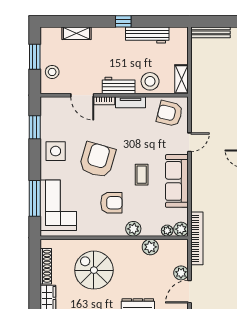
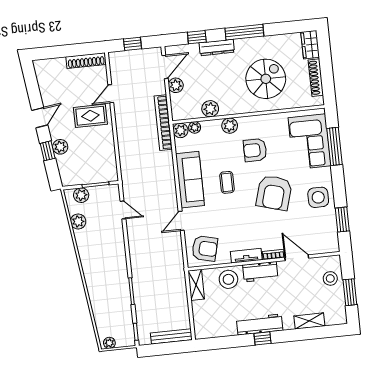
workbench: (147, 35) -> (260, 324), moved
spiral stairs: (94, 270) -> (266, 79), turned -90

